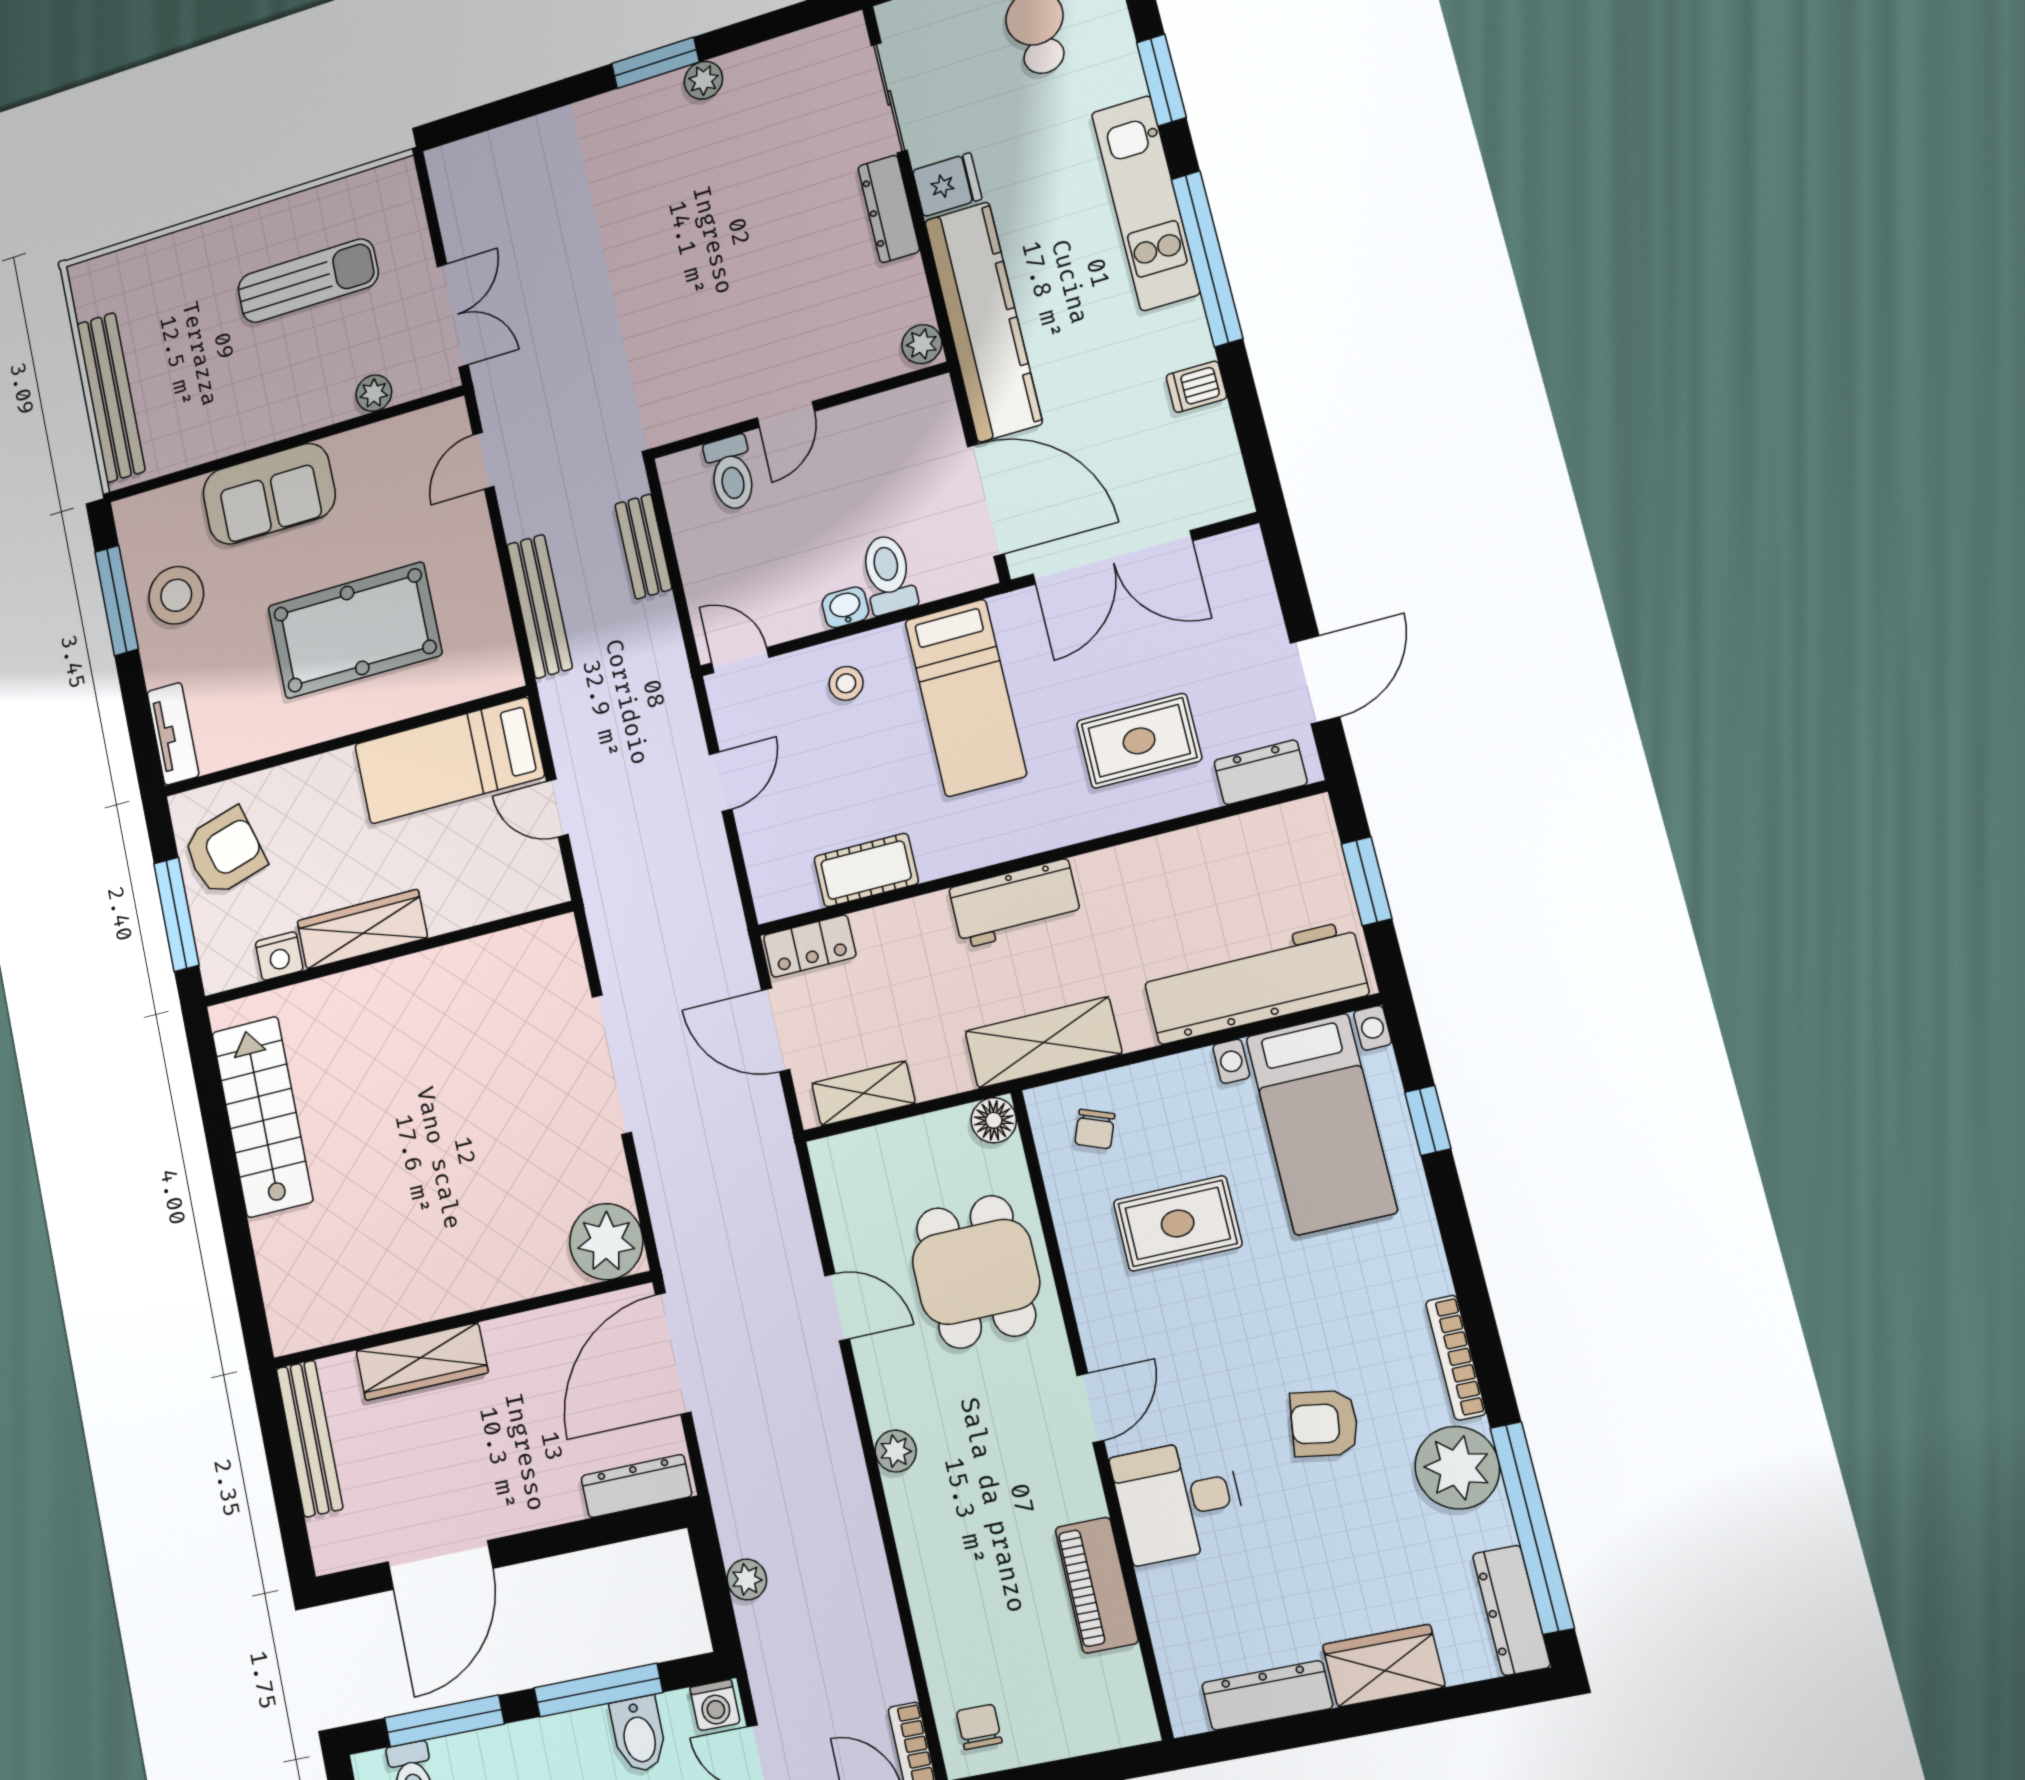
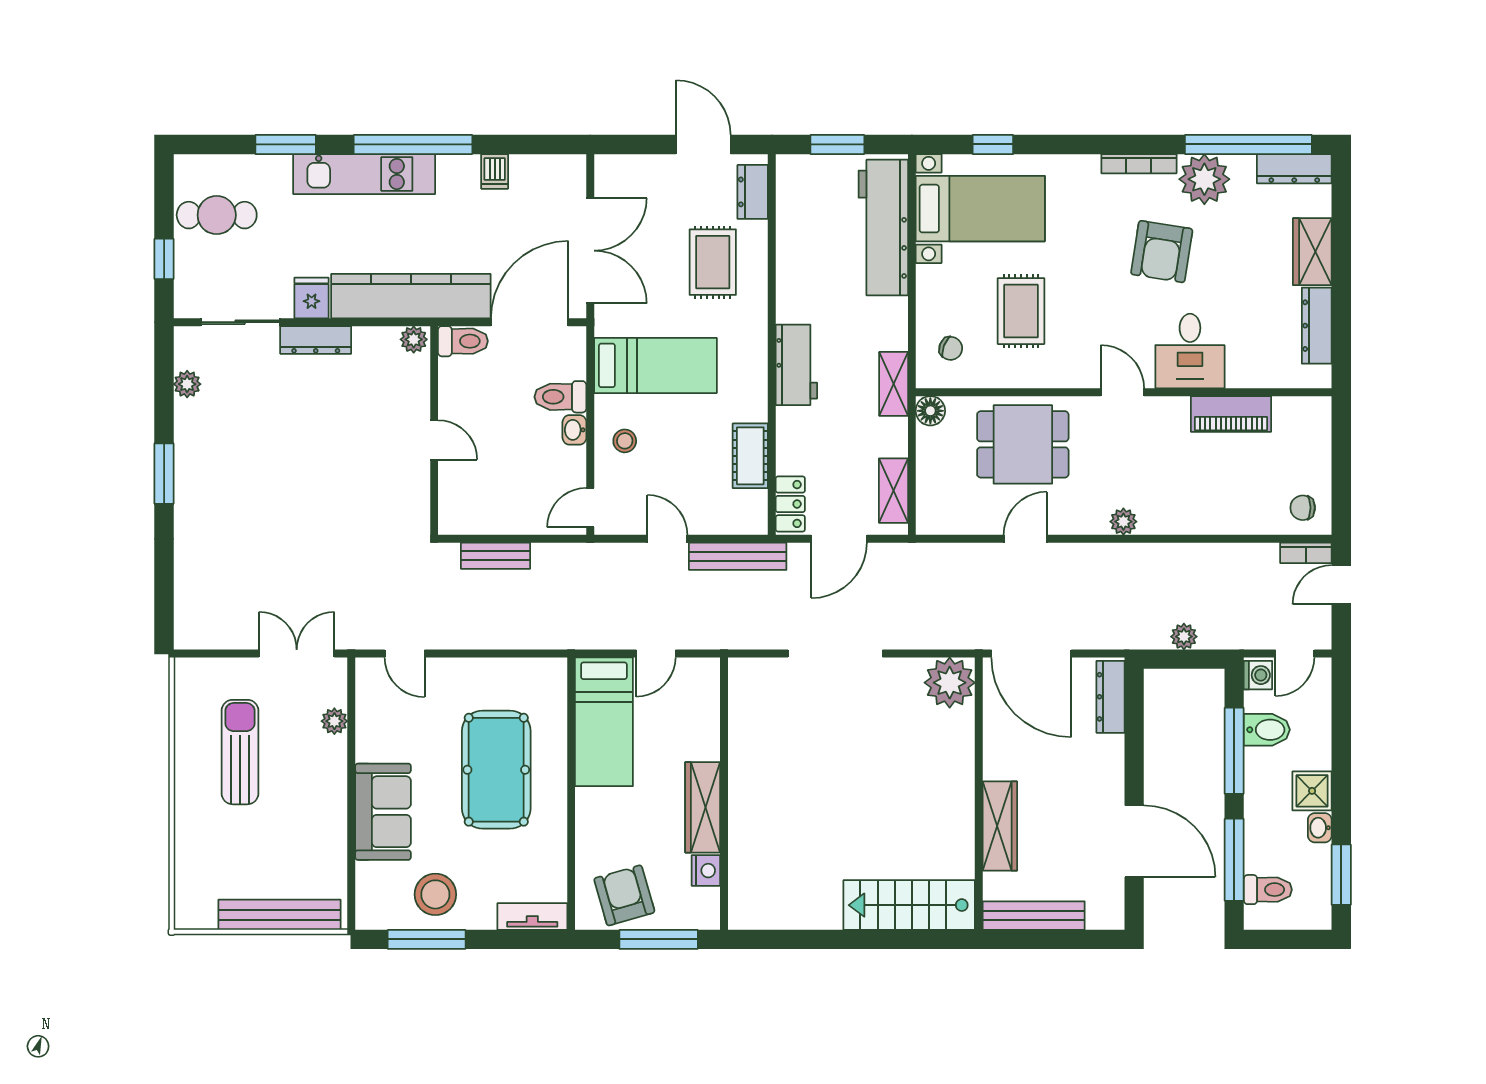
plant: (703, 80) -> (187, 384), moved
toilet: (731, 473) -> (463, 341), moved
bench: (540, 606) -> (738, 556), moved
shelving: (1043, 1043) -> (894, 384), width x0.67, depth x0.75
stairs: (262, 1117) -> (909, 905), moved
armchair: (1324, 1423) -> (1162, 252), width x1.38, depth x1.38

